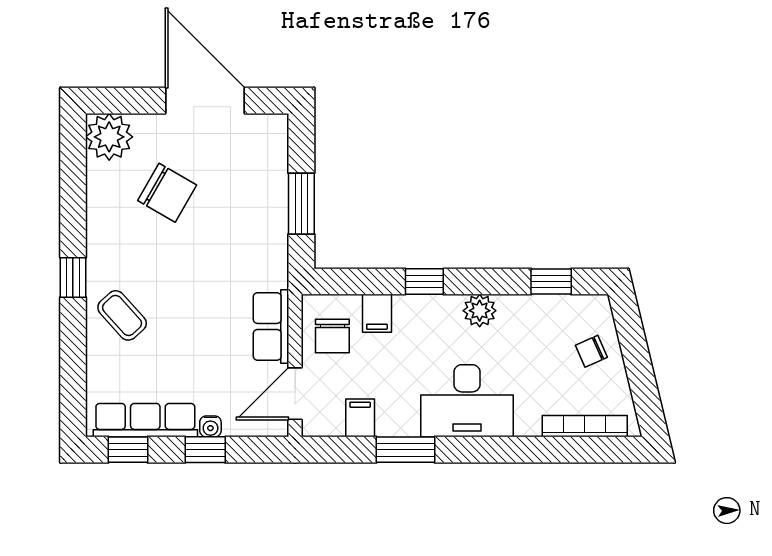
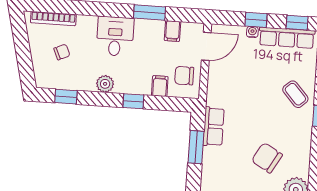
row of seats: (271, 326) -> (214, 127), moved
chair: (332, 336) -> (184, 76), turned -90
chair: (591, 351) -> (62, 52), moved
desk: (467, 401) -> (115, 36), width x0.73

